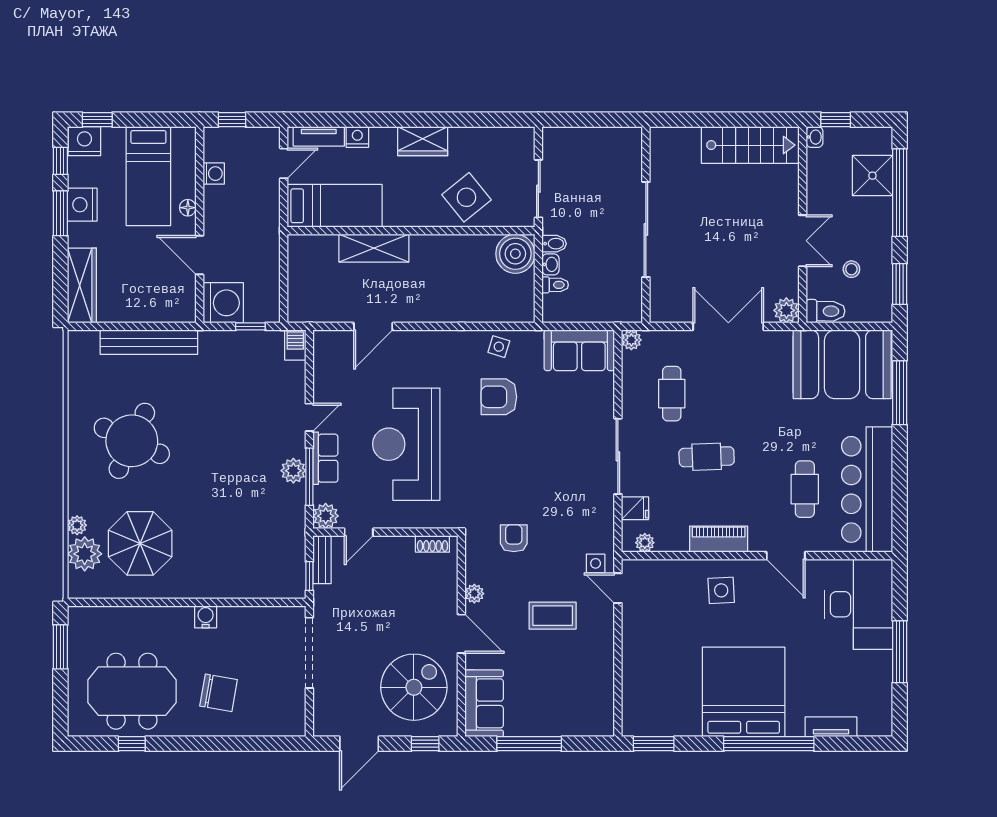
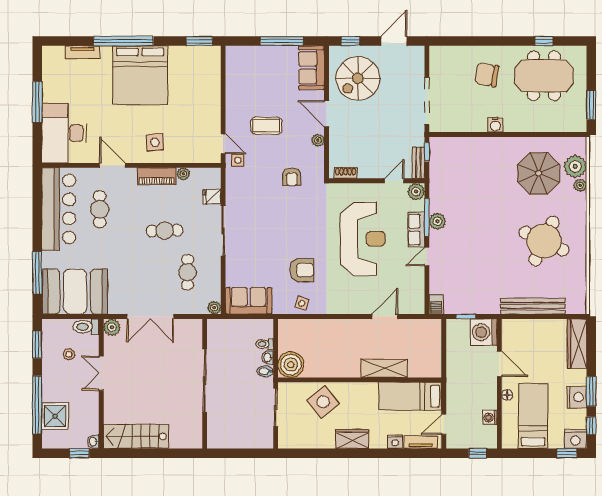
plant: (645, 543) -> (183, 174), moved

